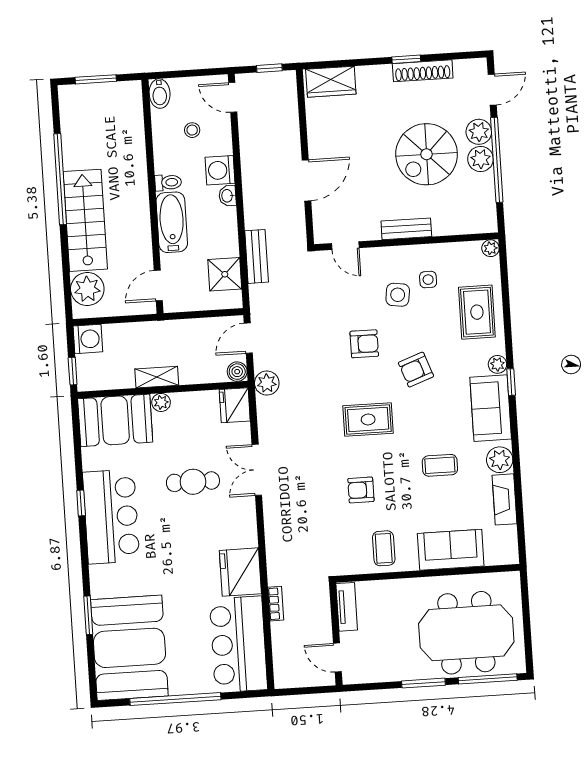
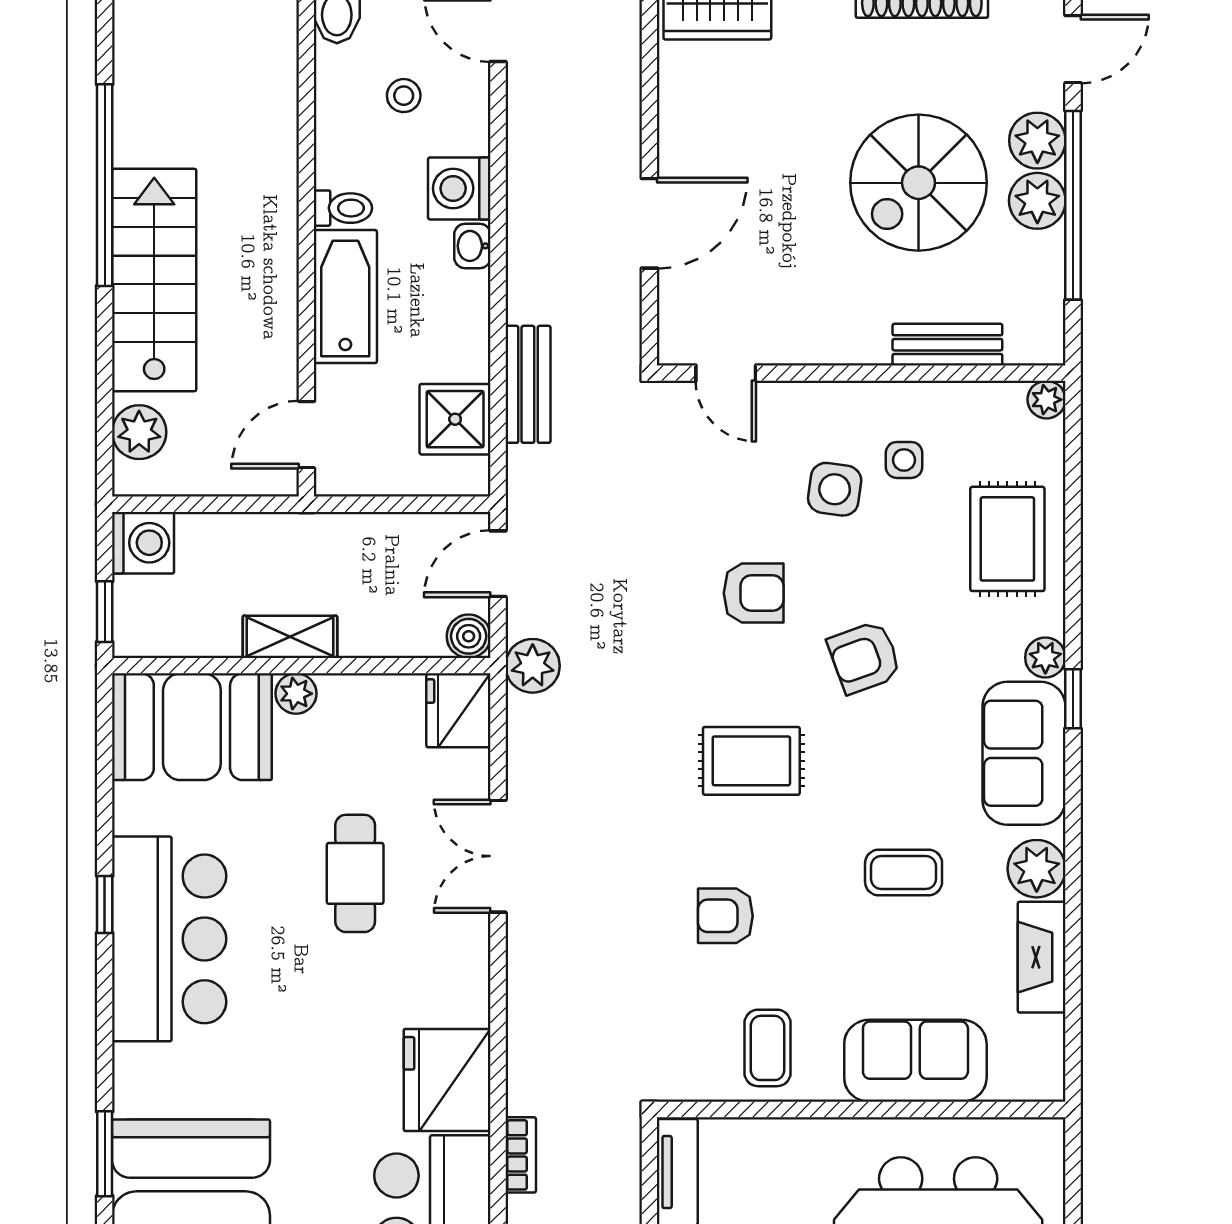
bench: (406, 229) -> (947, 345), moved
plant: (87, 289) -> (139, 432), width x0.73, depth x0.73
cafe table: (193, 482) -> (355, 873), turned 90

